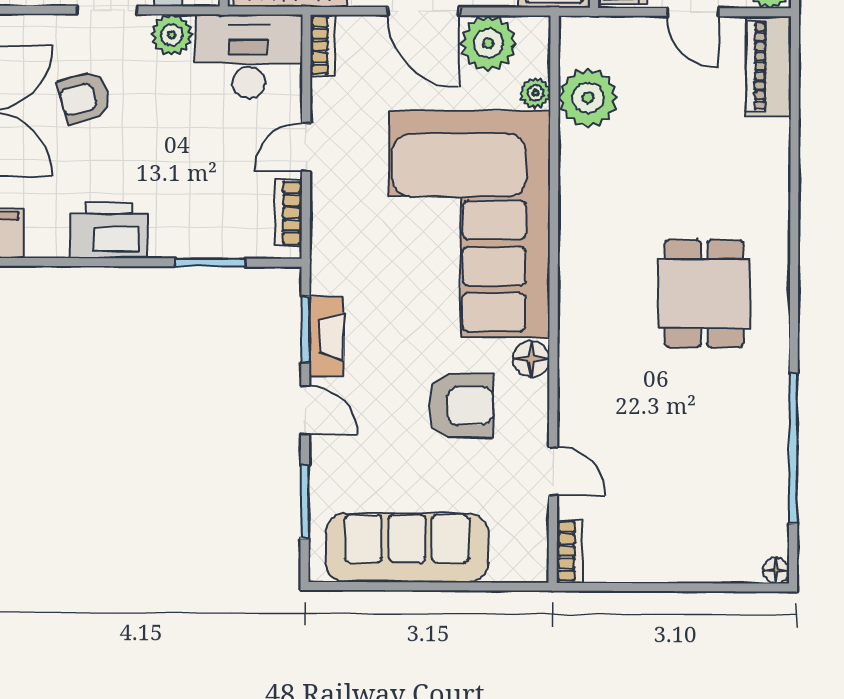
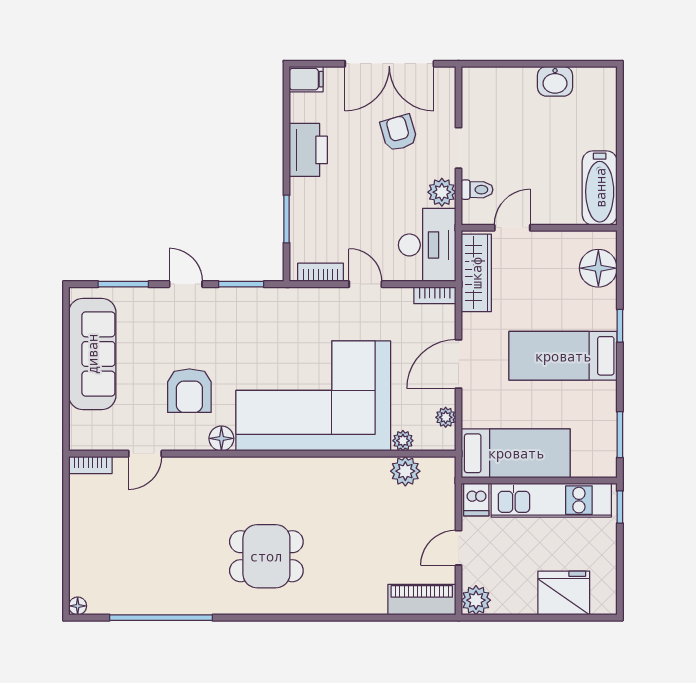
plant: (488, 43) -> (446, 417), width x0.53, depth x0.53
plant: (588, 98) -> (405, 471), width x0.73, depth x0.73
fireplace: (326, 337) -> (236, 299), removed
door: (305, 410) -> (186, 284), swing flipped

